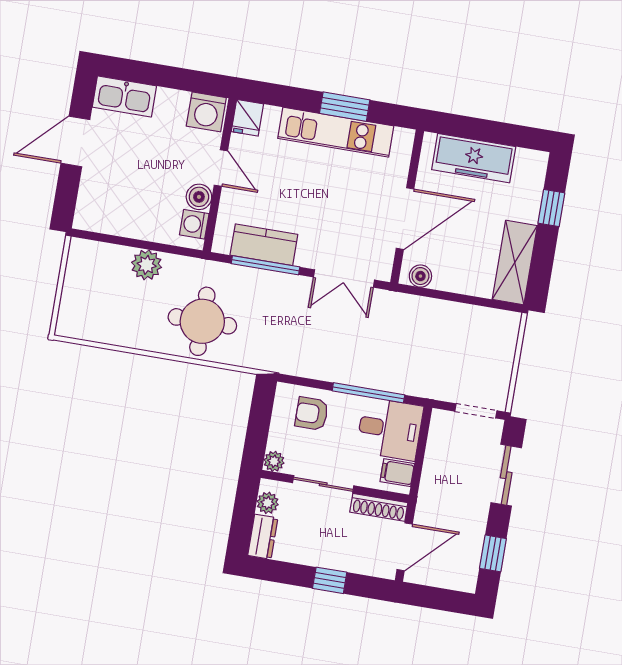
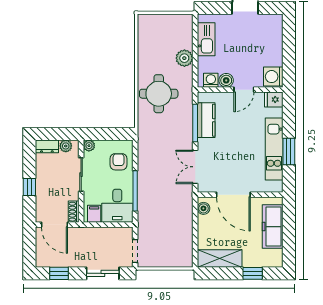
kitchen sink: (124, 96) -> (206, 39), moved, turned 180
shoe rack: (379, 507) -> (74, 212), width x0.70

